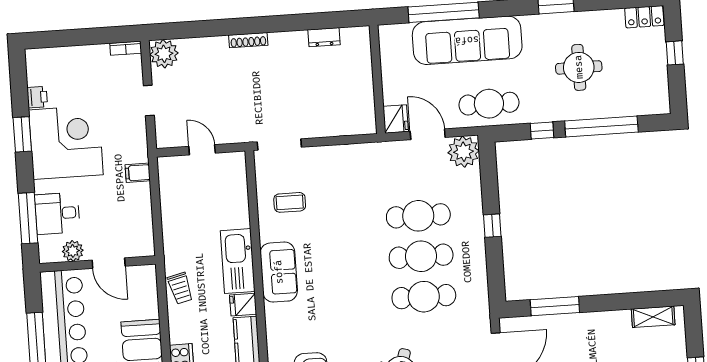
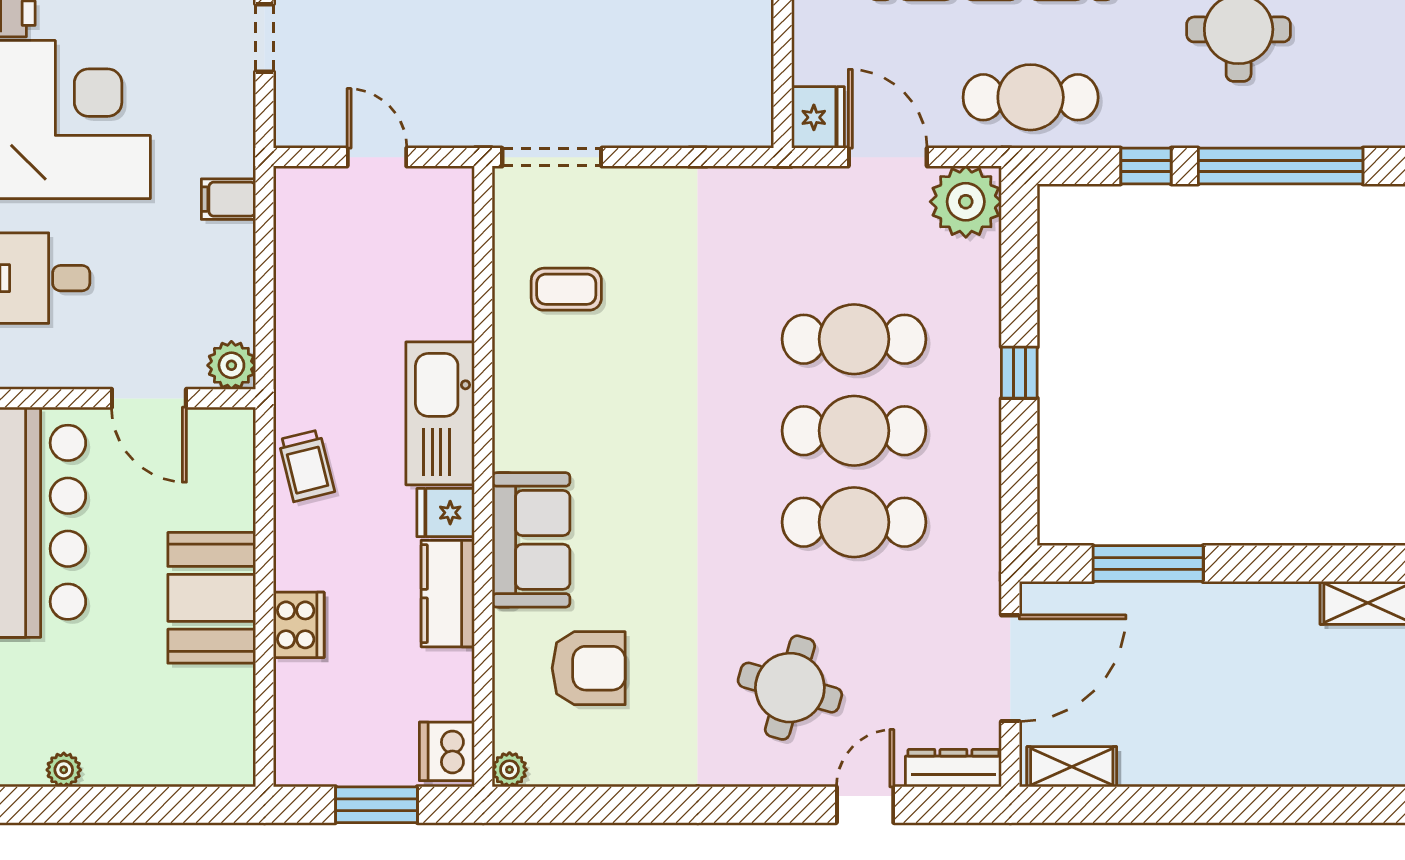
plant: (73, 251) -> (231, 365), moved
sofa: (279, 272) -> (531, 540), moved

